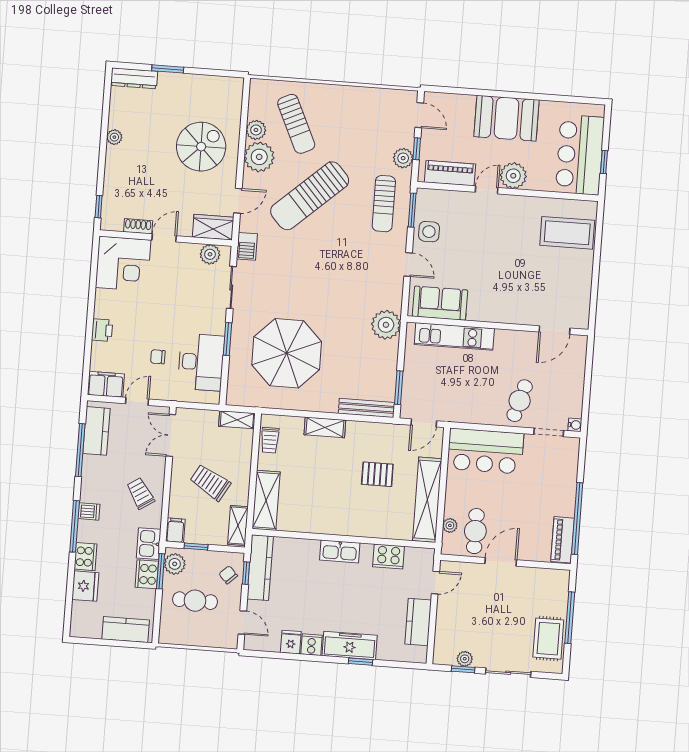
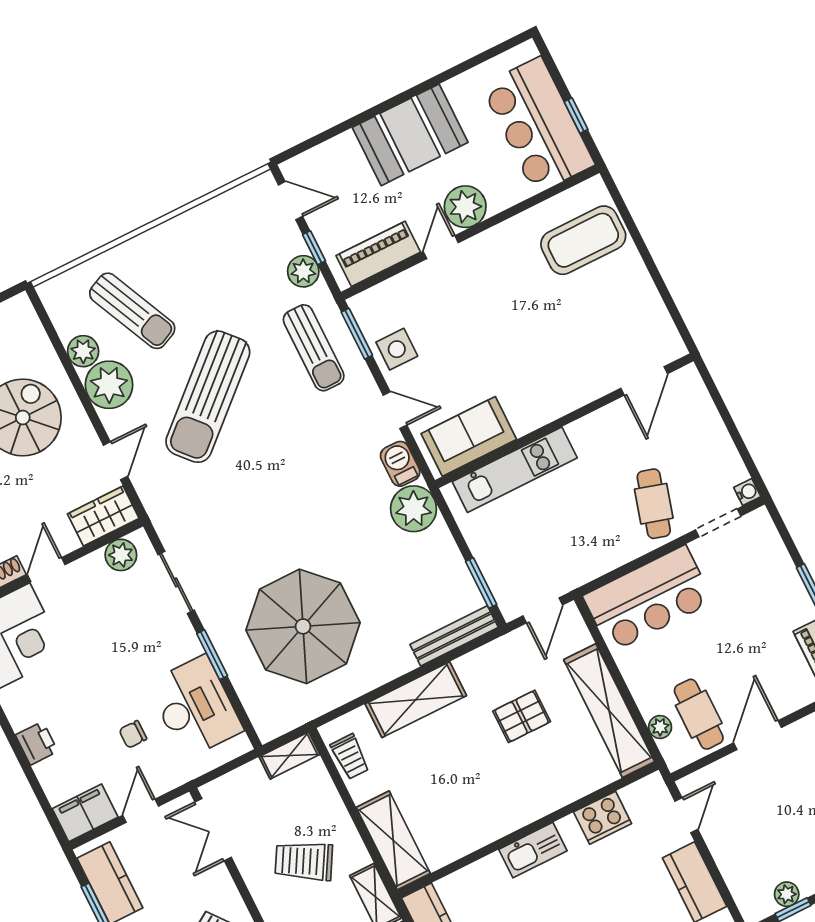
barbecue: (247, 246) -> (400, 464), moved, turned 180
shelving: (325, 427) -> (416, 700), width x1.50, depth x1.33

